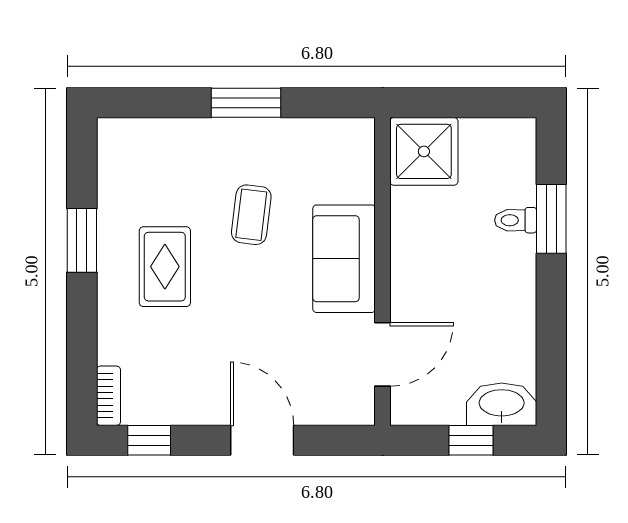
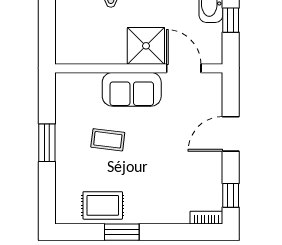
shower: (424, 151) -> (146, 46), moved
rug: (165, 267) -> (103, 205), moved

